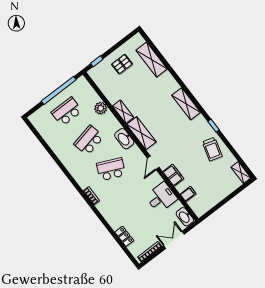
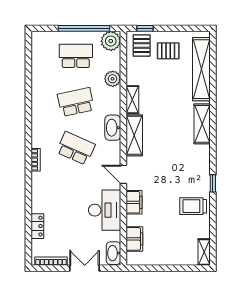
shelving: (152, 60) -> (201, 69), width x1.47
pallet: (103, 73) -> (142, 46), added
plant: (81, 85) -> (111, 41), added
shelving: (186, 104) -> (202, 124), moved
trolley: (212, 149) -> (193, 206), turned 74
door: (153, 163) -> (123, 174), hinge flipped
filing cabinet: (188, 194) -> (134, 239), width x2.00
desk: (161, 198) -> (105, 210), width x1.37

